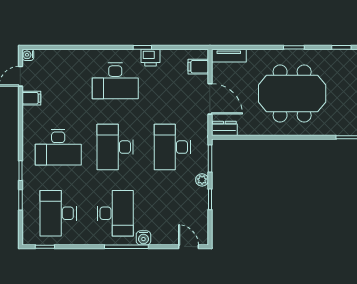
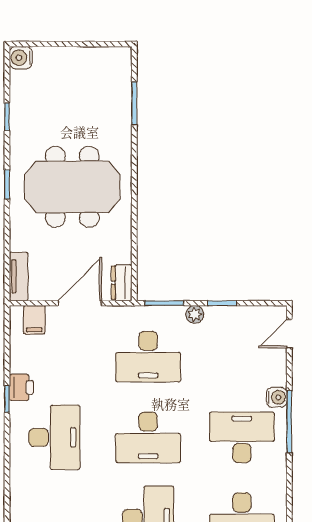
meeting table: (292, 94) -> (72, 187), turned 90

